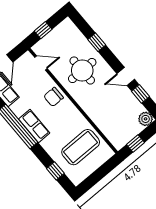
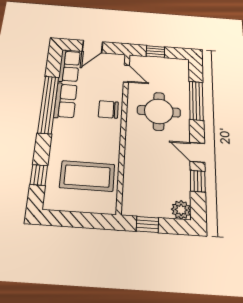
window: (97, 42) -> (196, 101), width x2.17
row of seats: (34, 126) -> (65, 101), moved

